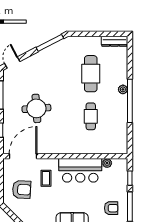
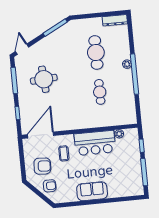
round table: (36, 108) -> (44, 79), moved
armchair: (111, 208) -> (50, 186), moved

